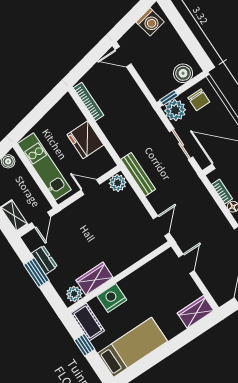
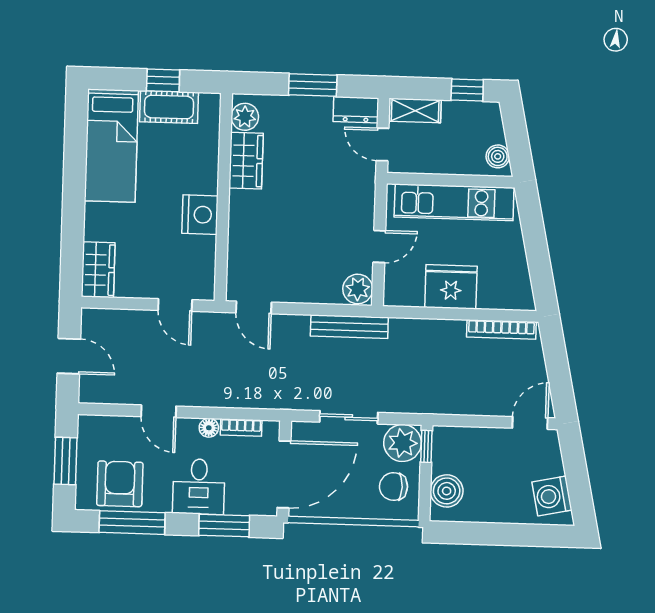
dresser: (44, 260) -> (356, 110), moved
nightstand: (112, 298) -> (200, 215), moved
cot: (88, 322) -> (169, 107), moved

